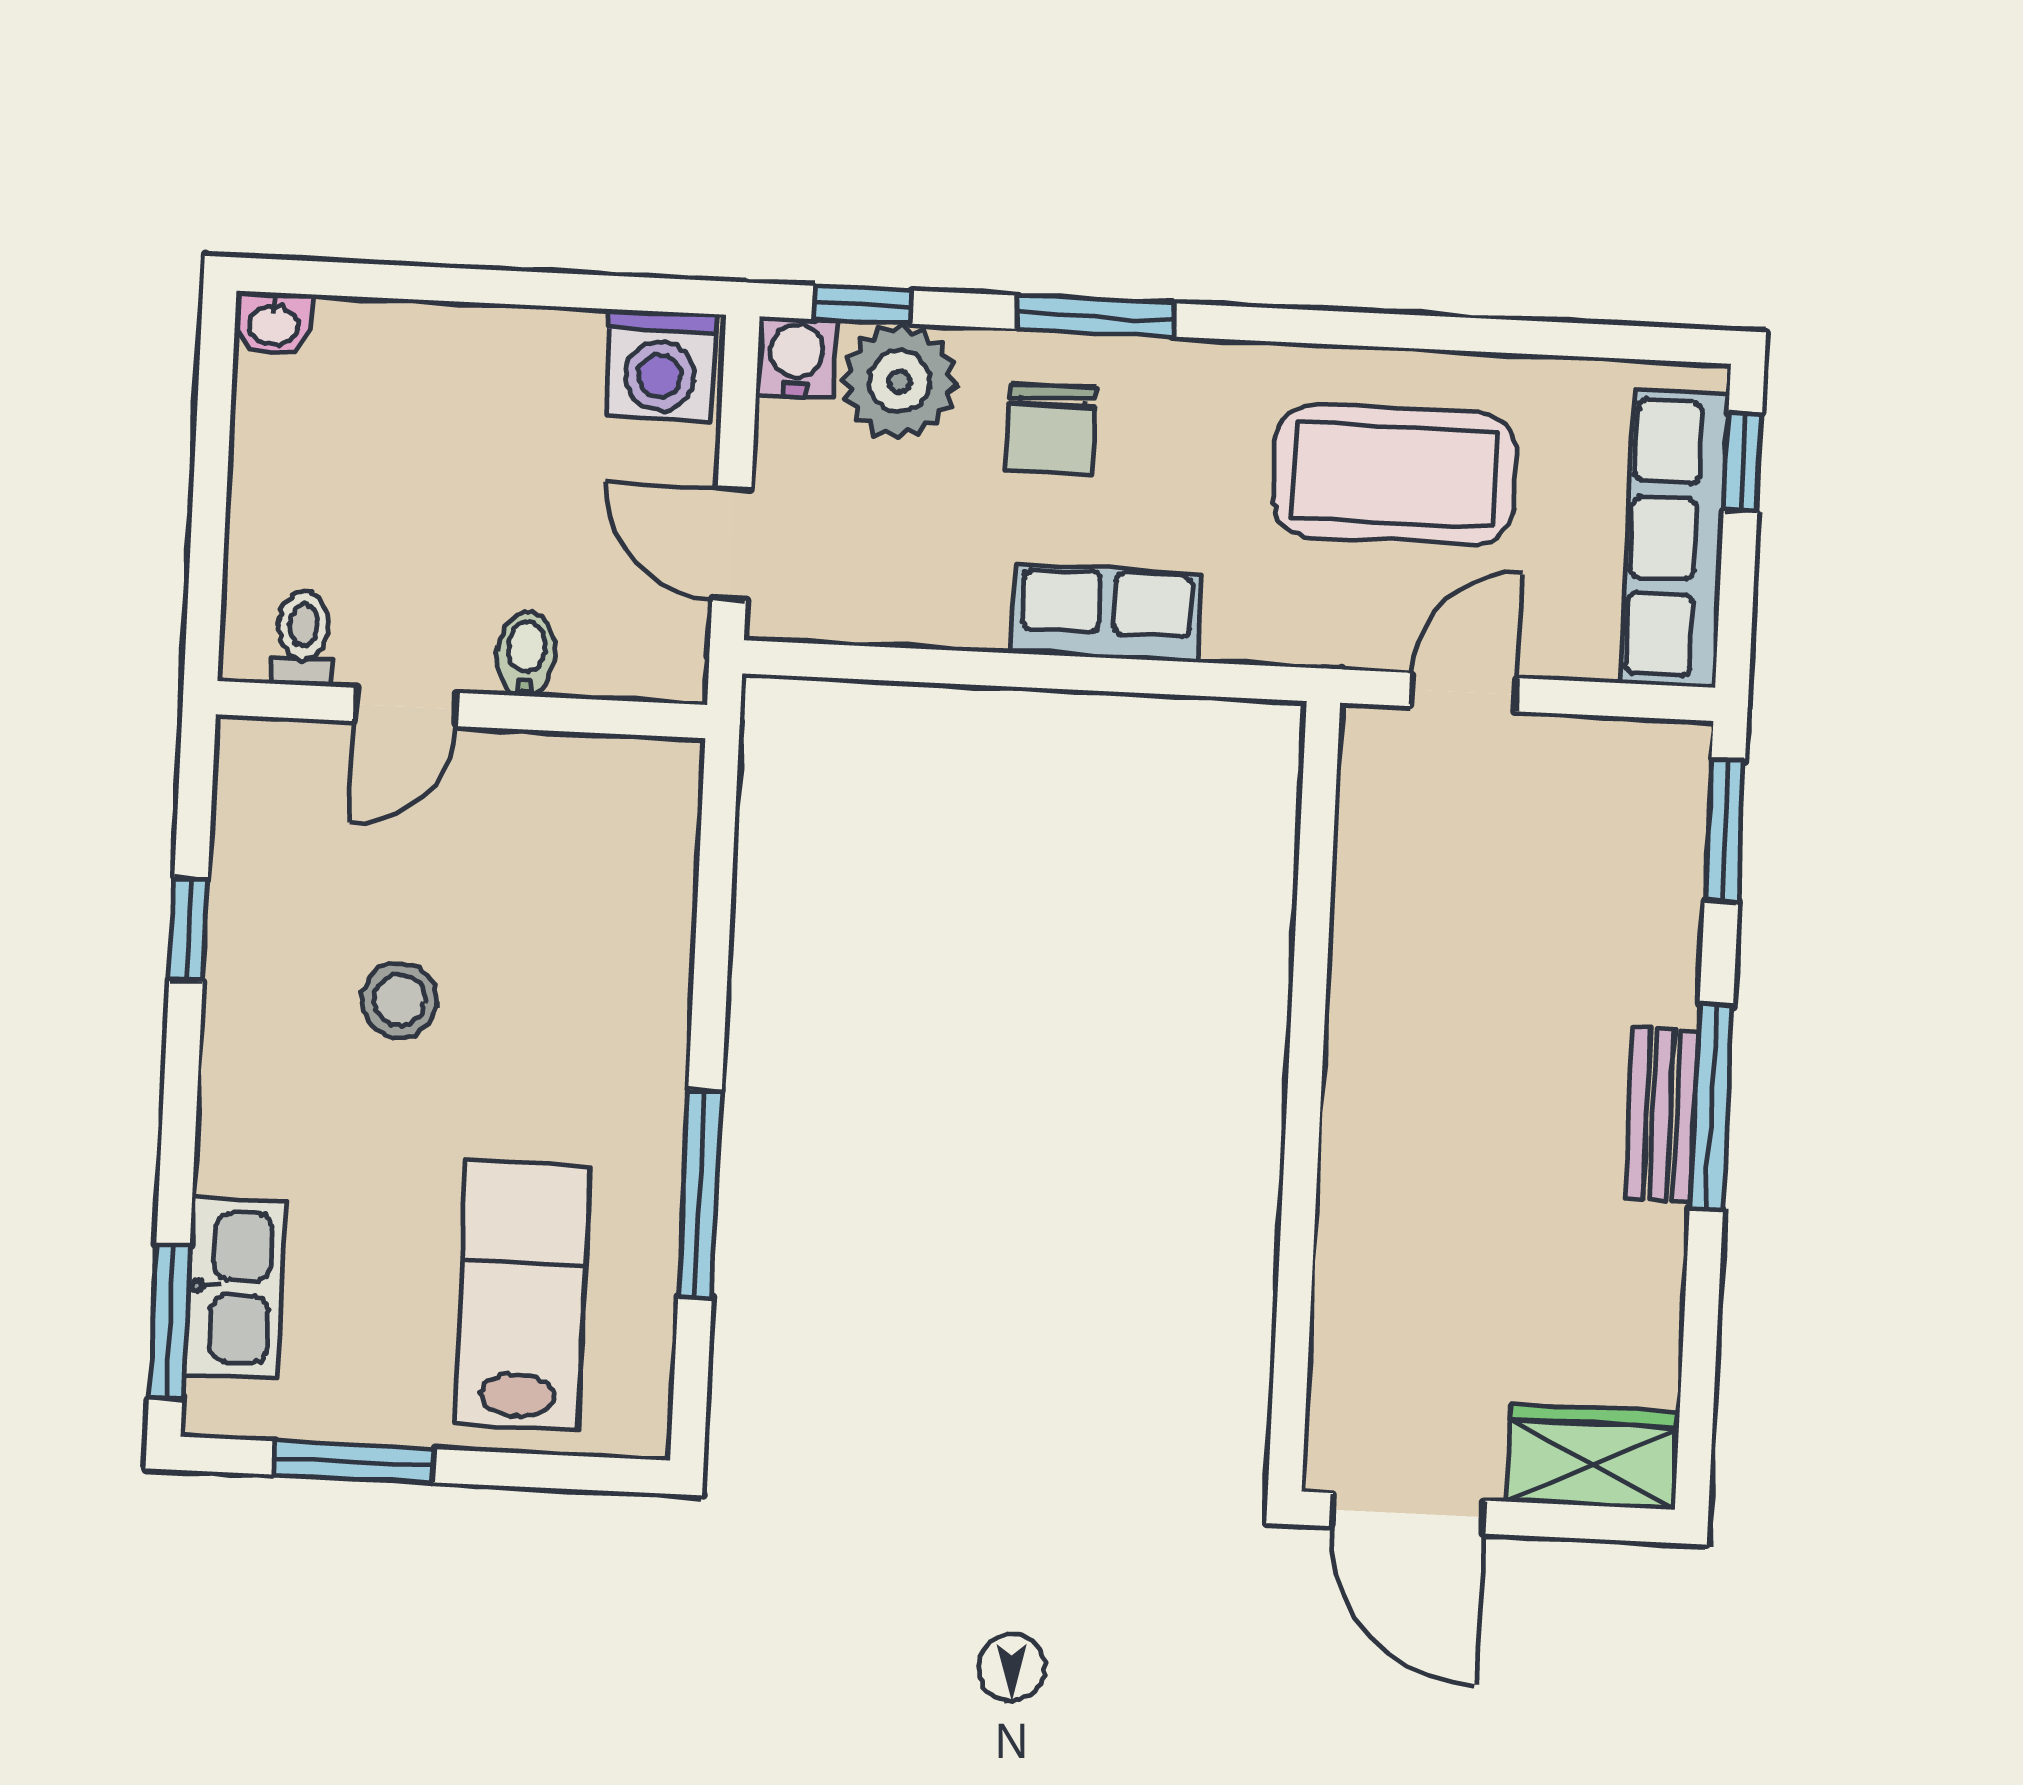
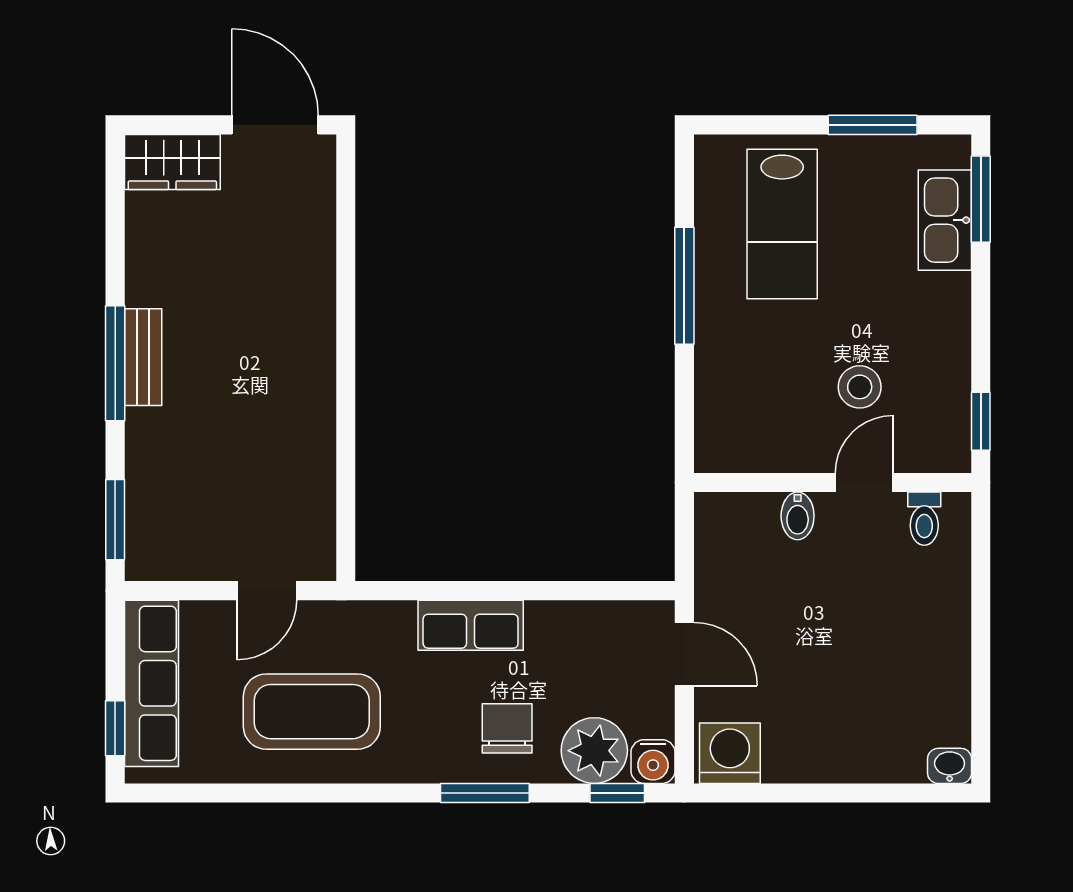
toilet: (303, 638) -> (924, 519), moved
bidet: (526, 654) -> (798, 516), moved
door: (406, 707) -> (864, 482), moved
wall: (461, 710) -> (833, 482), moved

